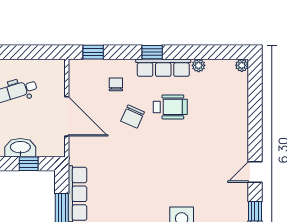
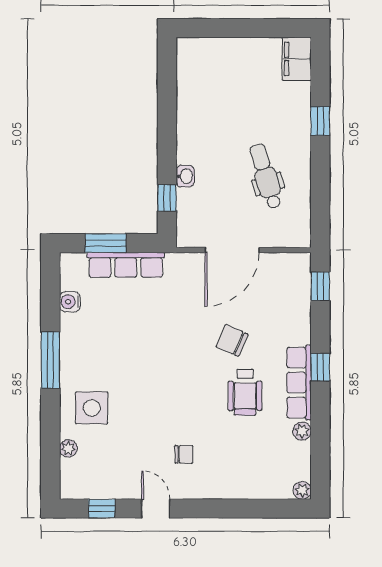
chair: (116, 84) -> (184, 454), moved
washbasin: (20, 148) -> (185, 176), width x0.52, depth x0.69

